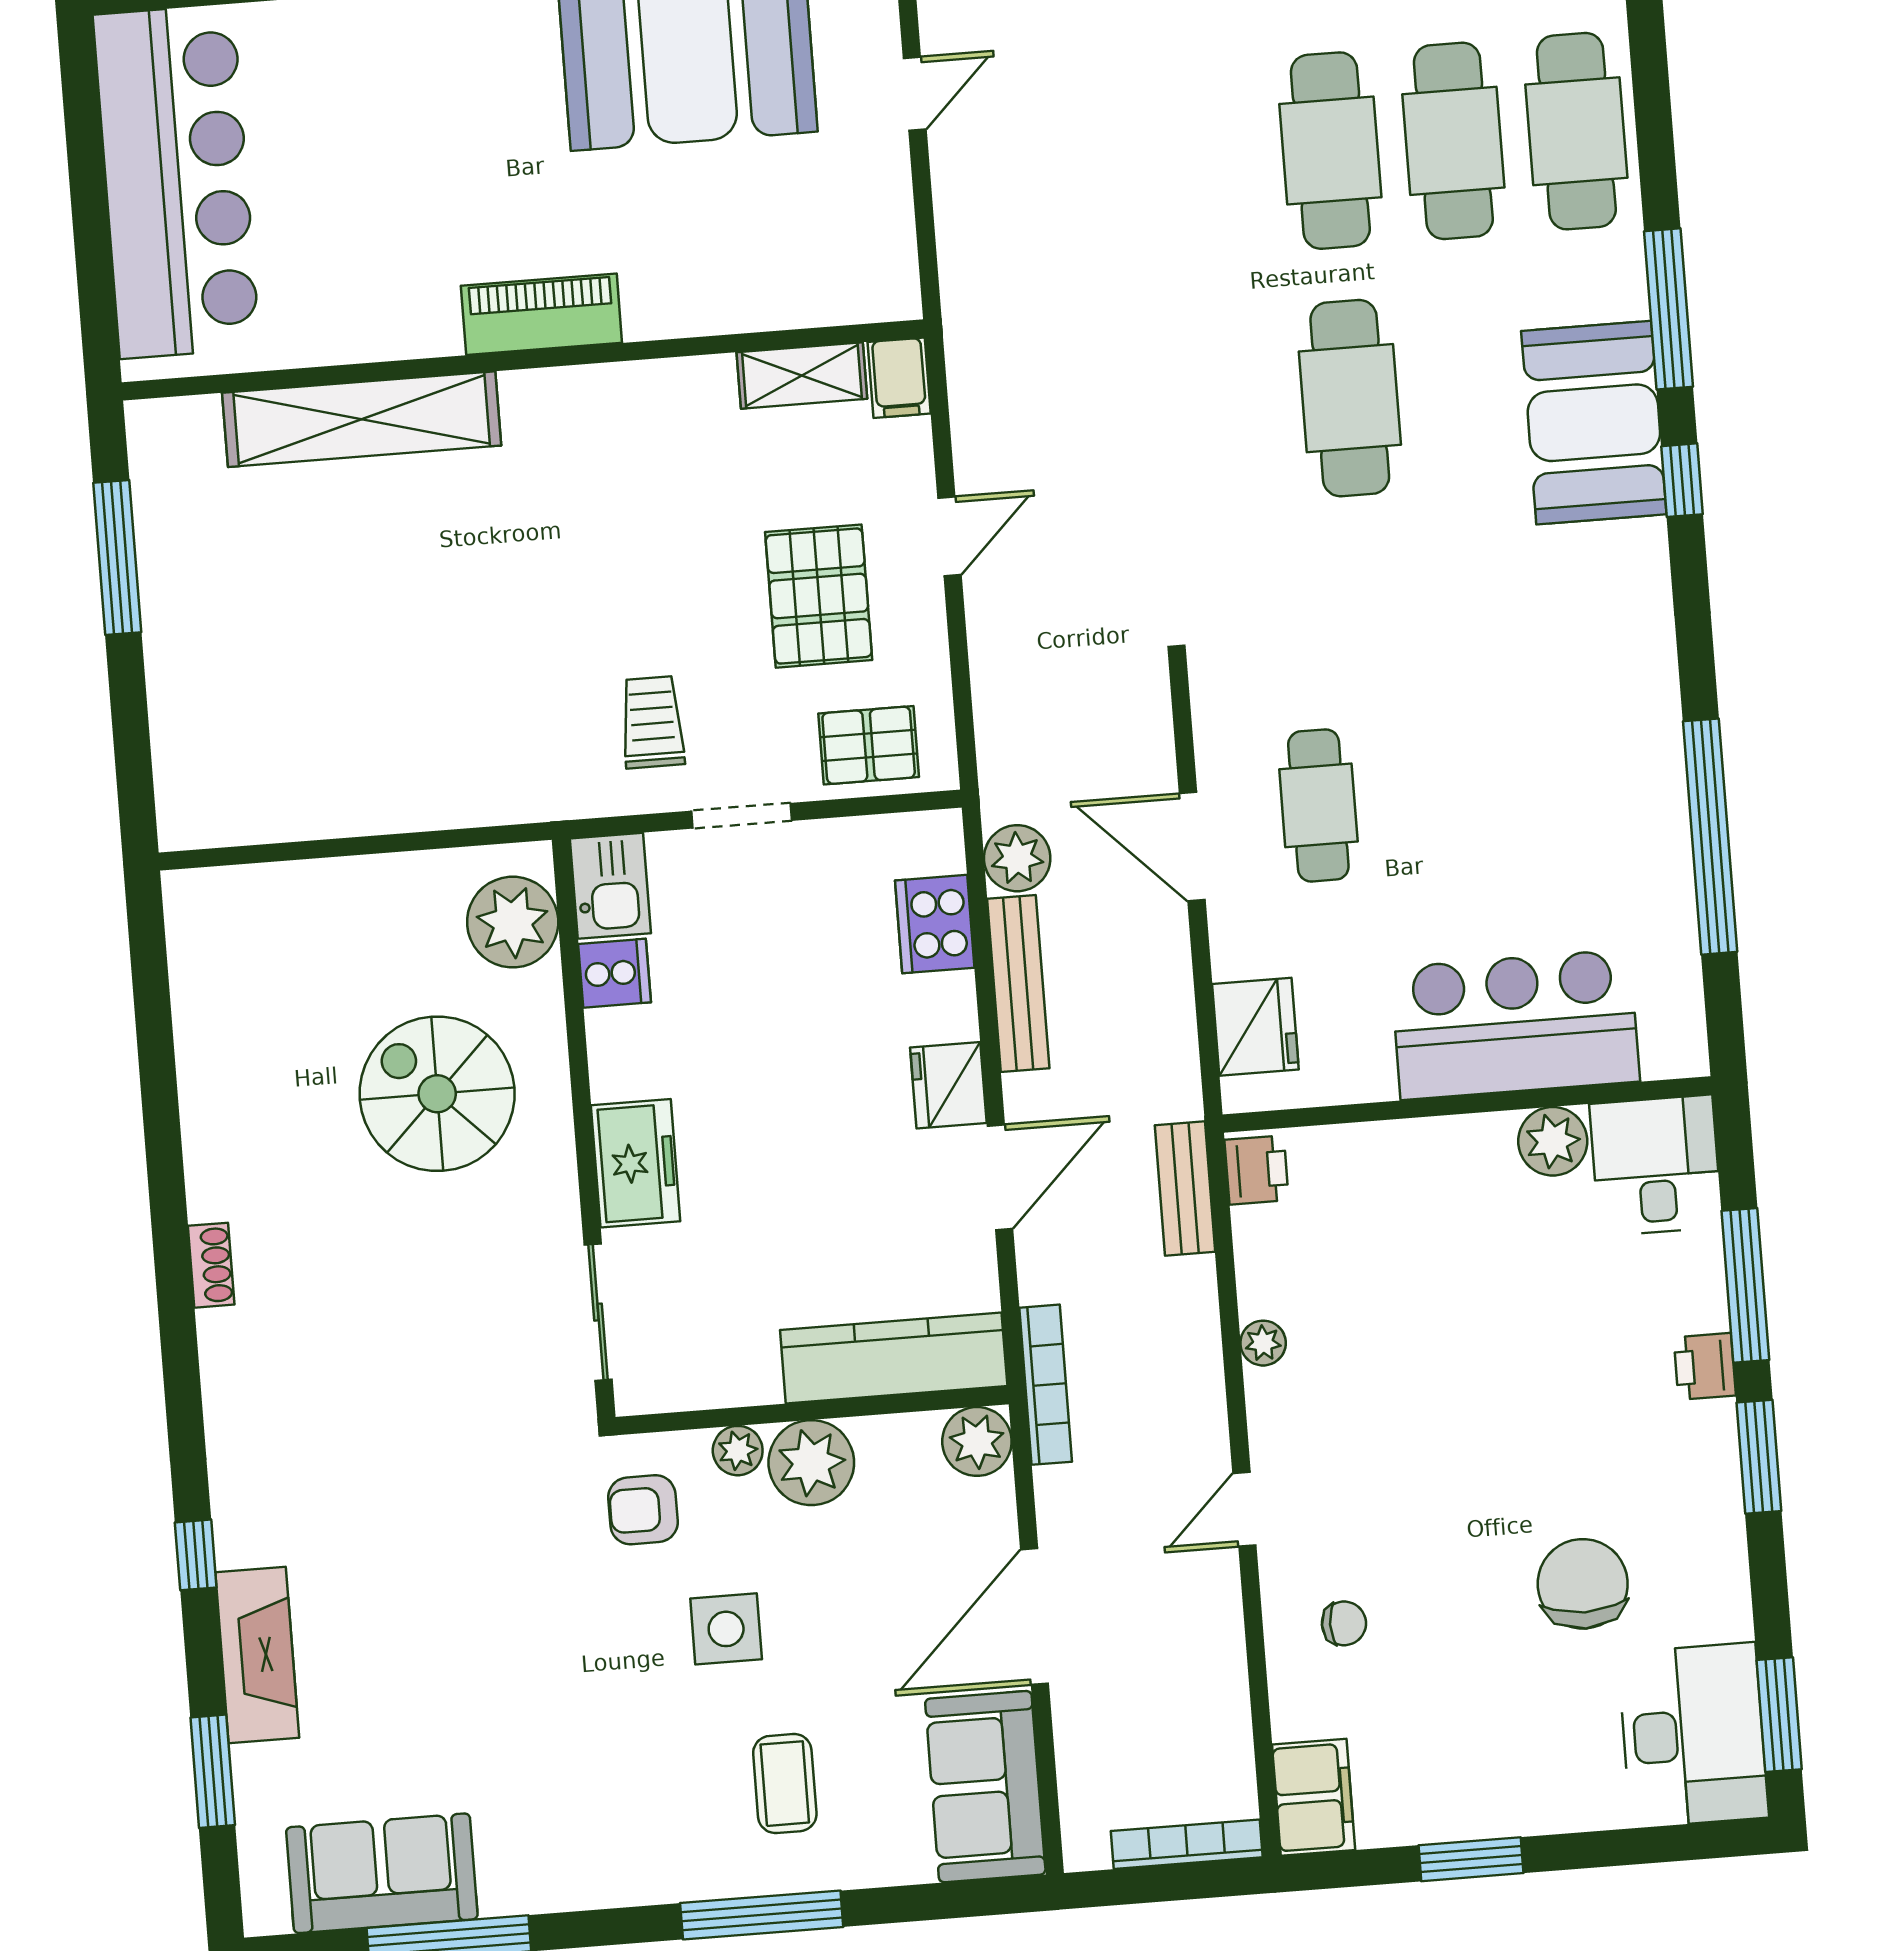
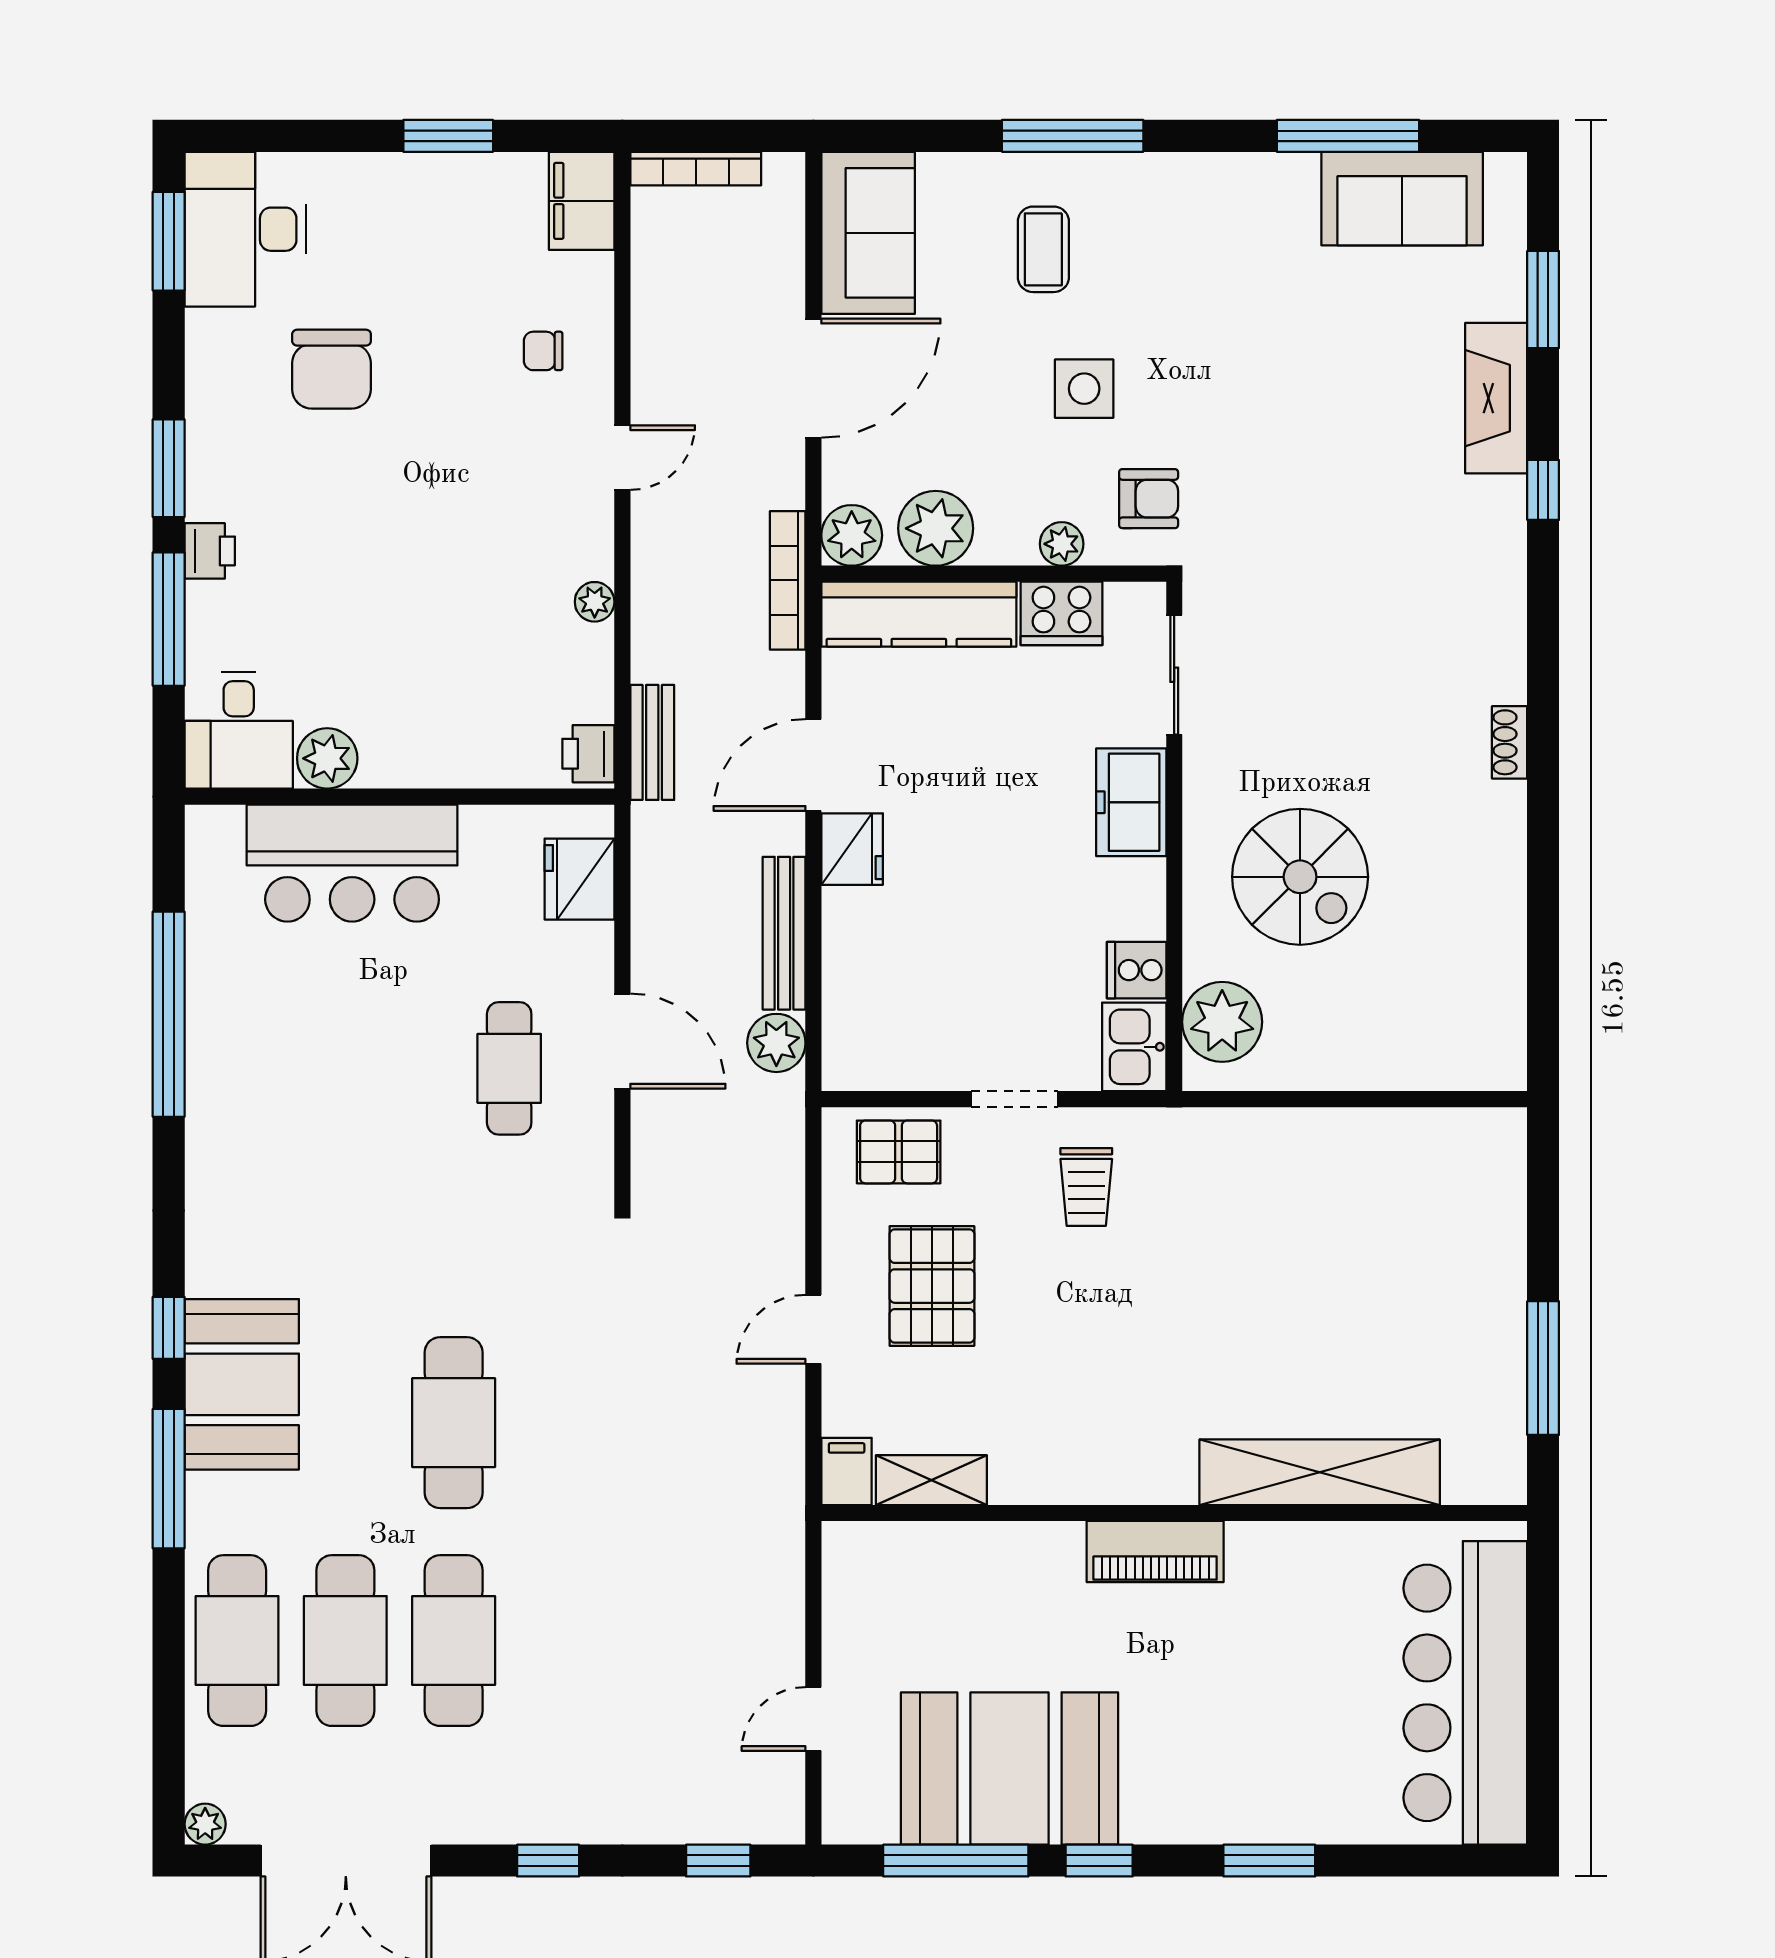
cooker: (935, 924) -> (1061, 613), moved, turned 90
plant: (811, 1463) -> (936, 528), moved

